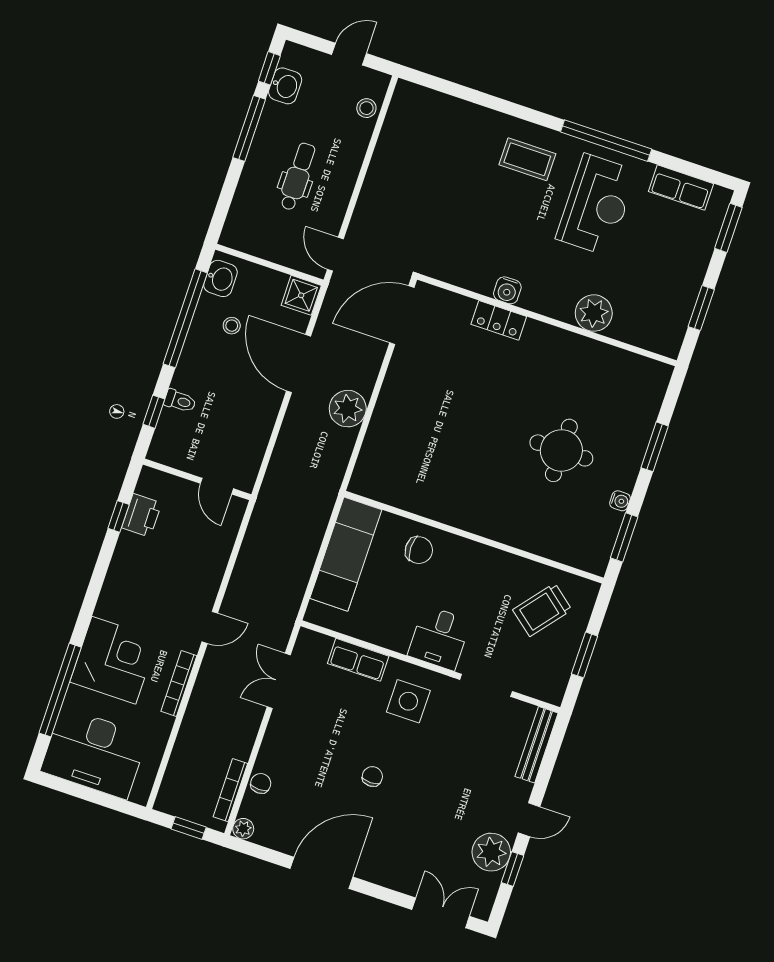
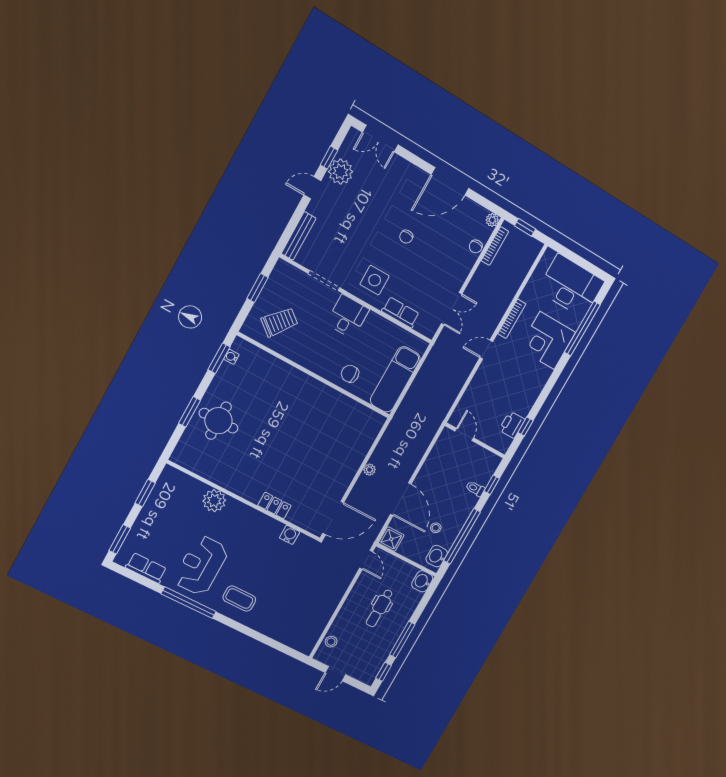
washbasin: (285, 86) -> (422, 581), moved
water cooler: (507, 290) -> (290, 535), moved
plant: (348, 409) -> (370, 470), width x0.53, depth x0.53
round table: (561, 450) -> (218, 421), moved
water cooler: (620, 501) -> (231, 357), moved

